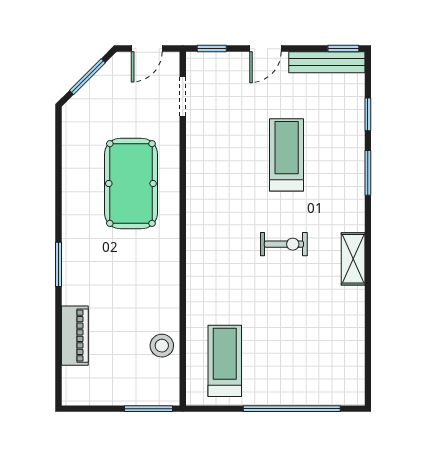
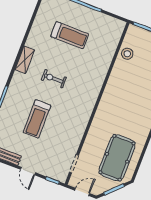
door: (265, 49) -> (28, 171), swing flipped
pool table: (131, 183) -> (117, 158), moved
treadmill: (225, 361) -> (70, 35), moved, turned -90

